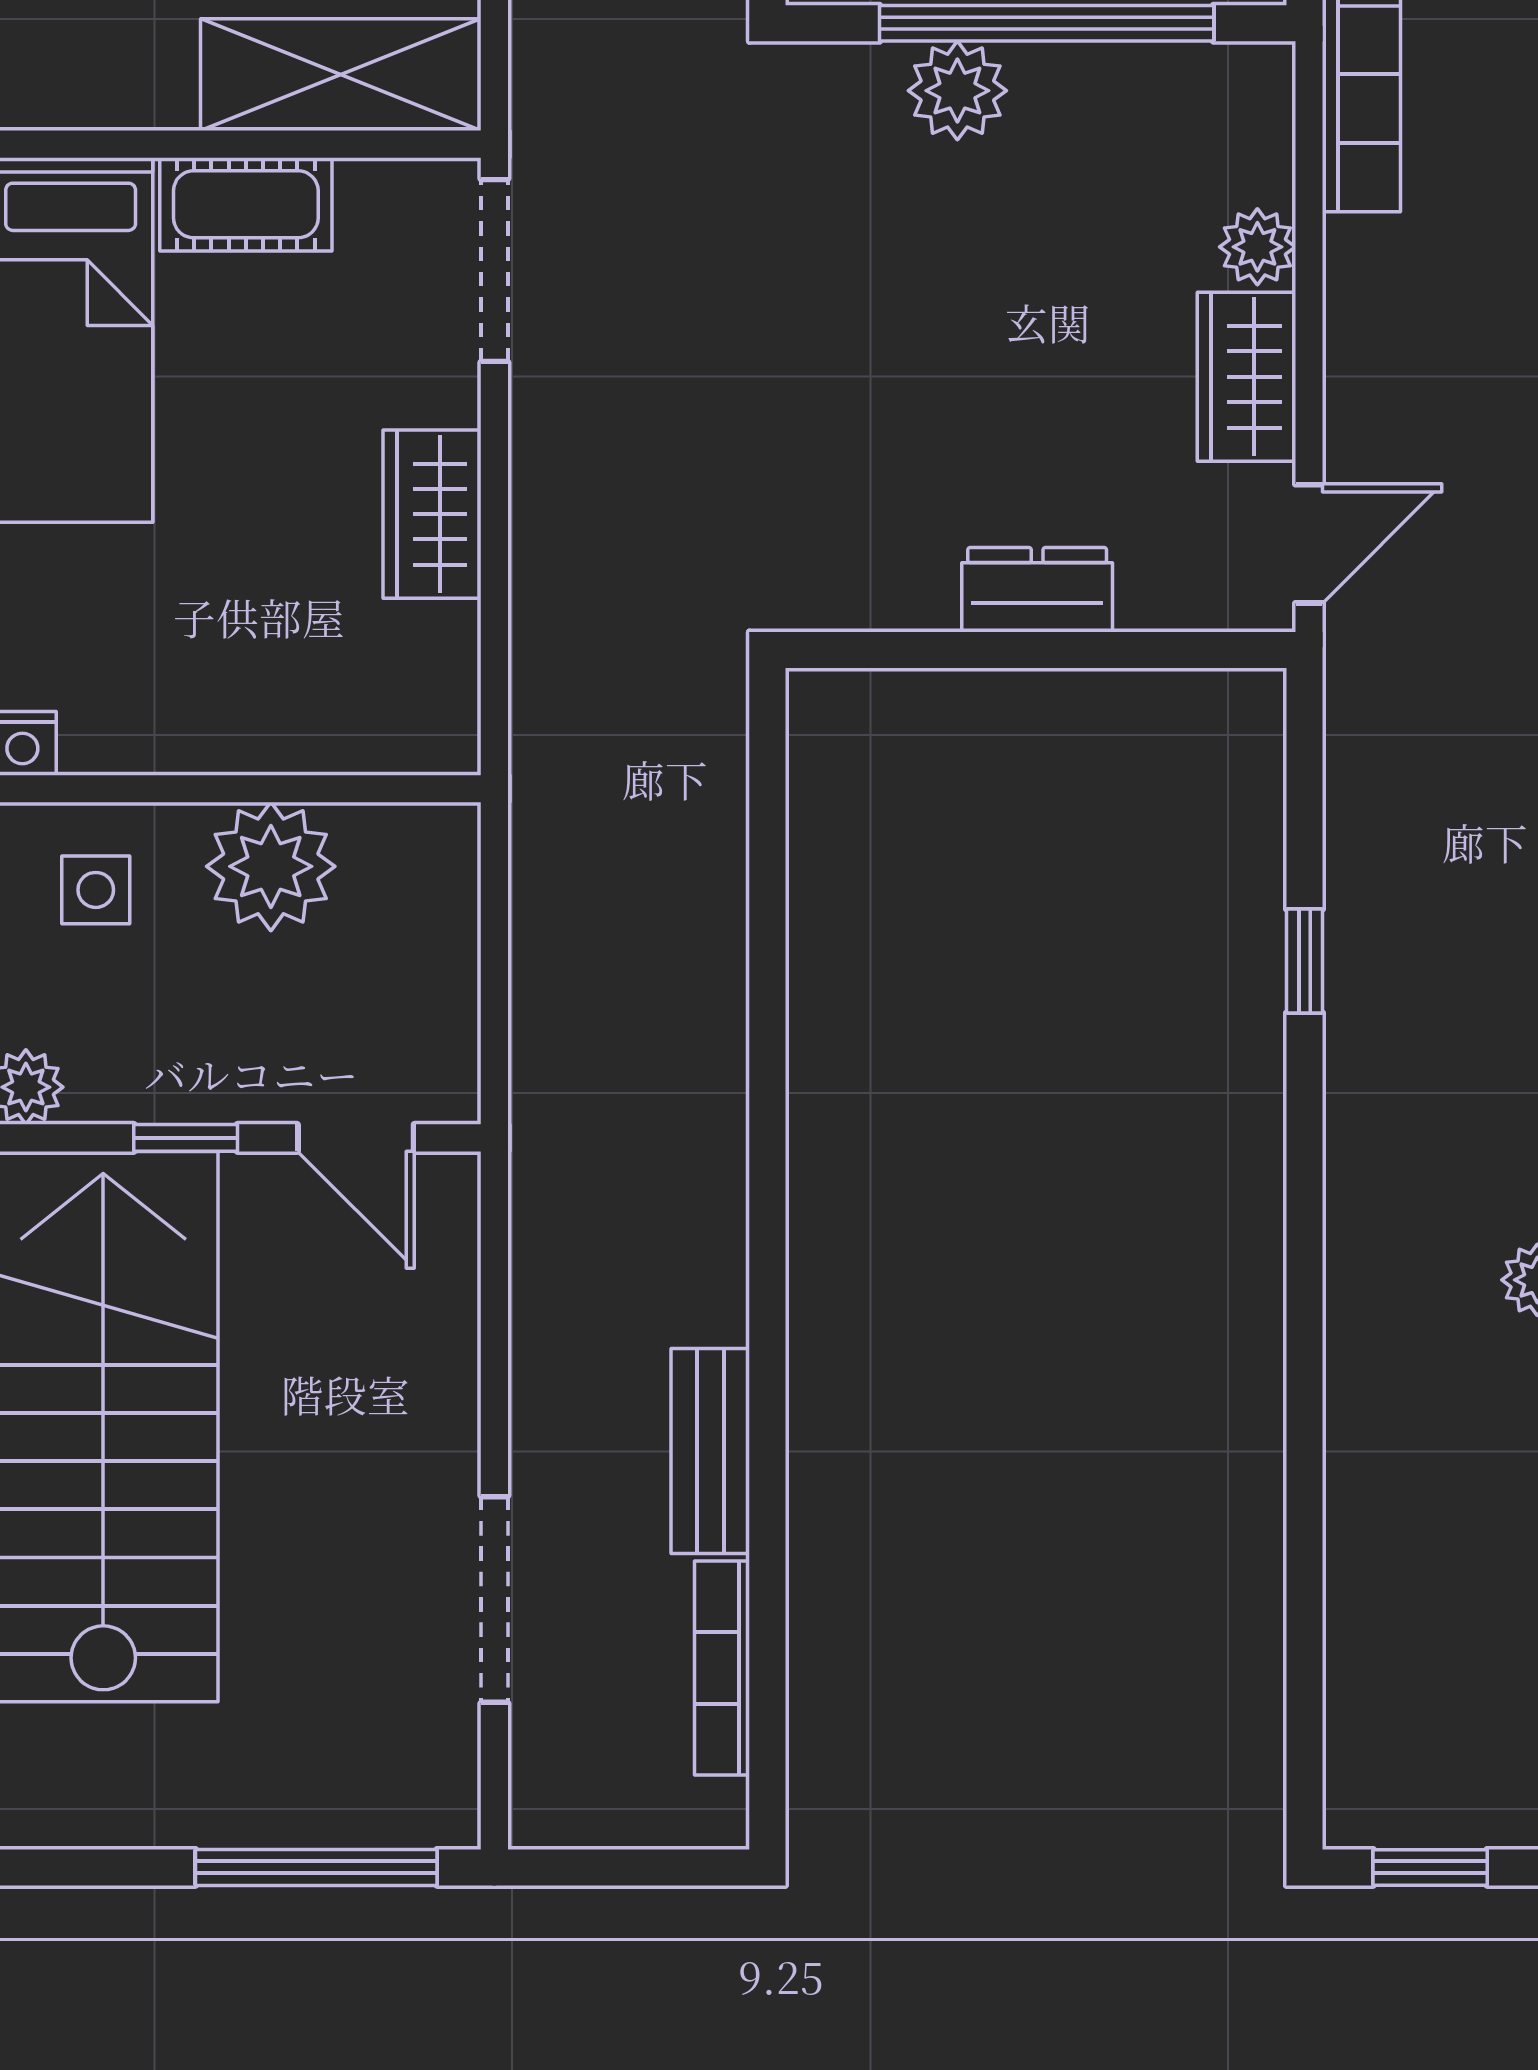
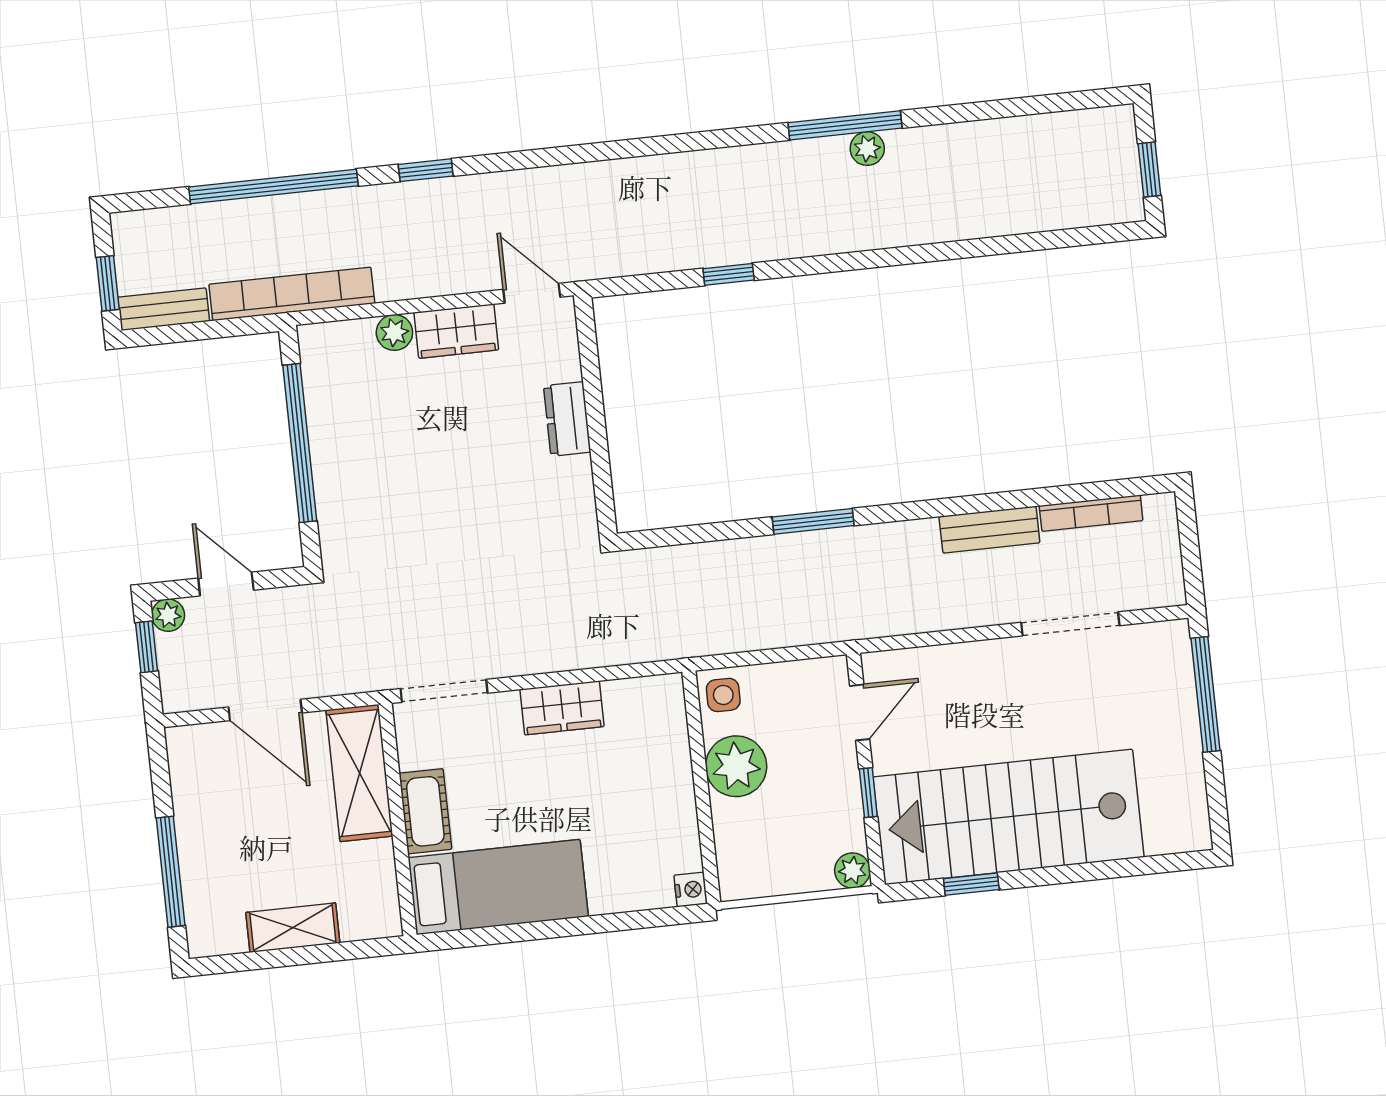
plant: (957, 91) -> (336, 482), removed
side table: (96, 890) -> (723, 695), moved
window: (767, 1083) -> (813, 521), added

